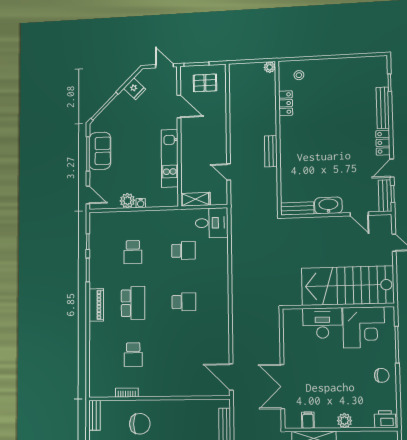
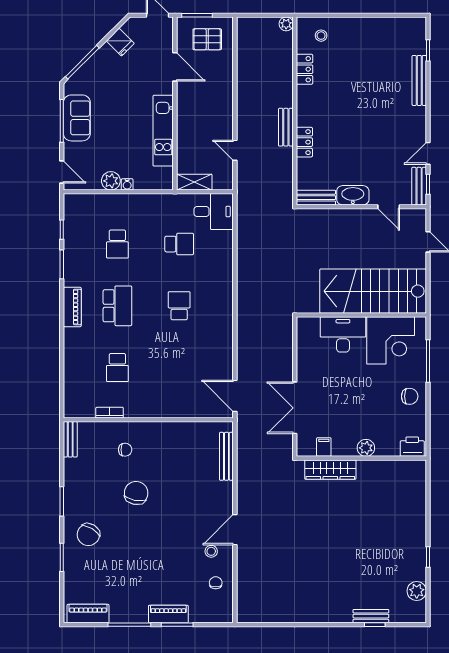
locker: (383, 143) -> (304, 142), moved, turned 180
school desk: (184, 302) -> (179, 306), turned -90
chair: (140, 424) -> (125, 450), width x0.54, depth x0.54

